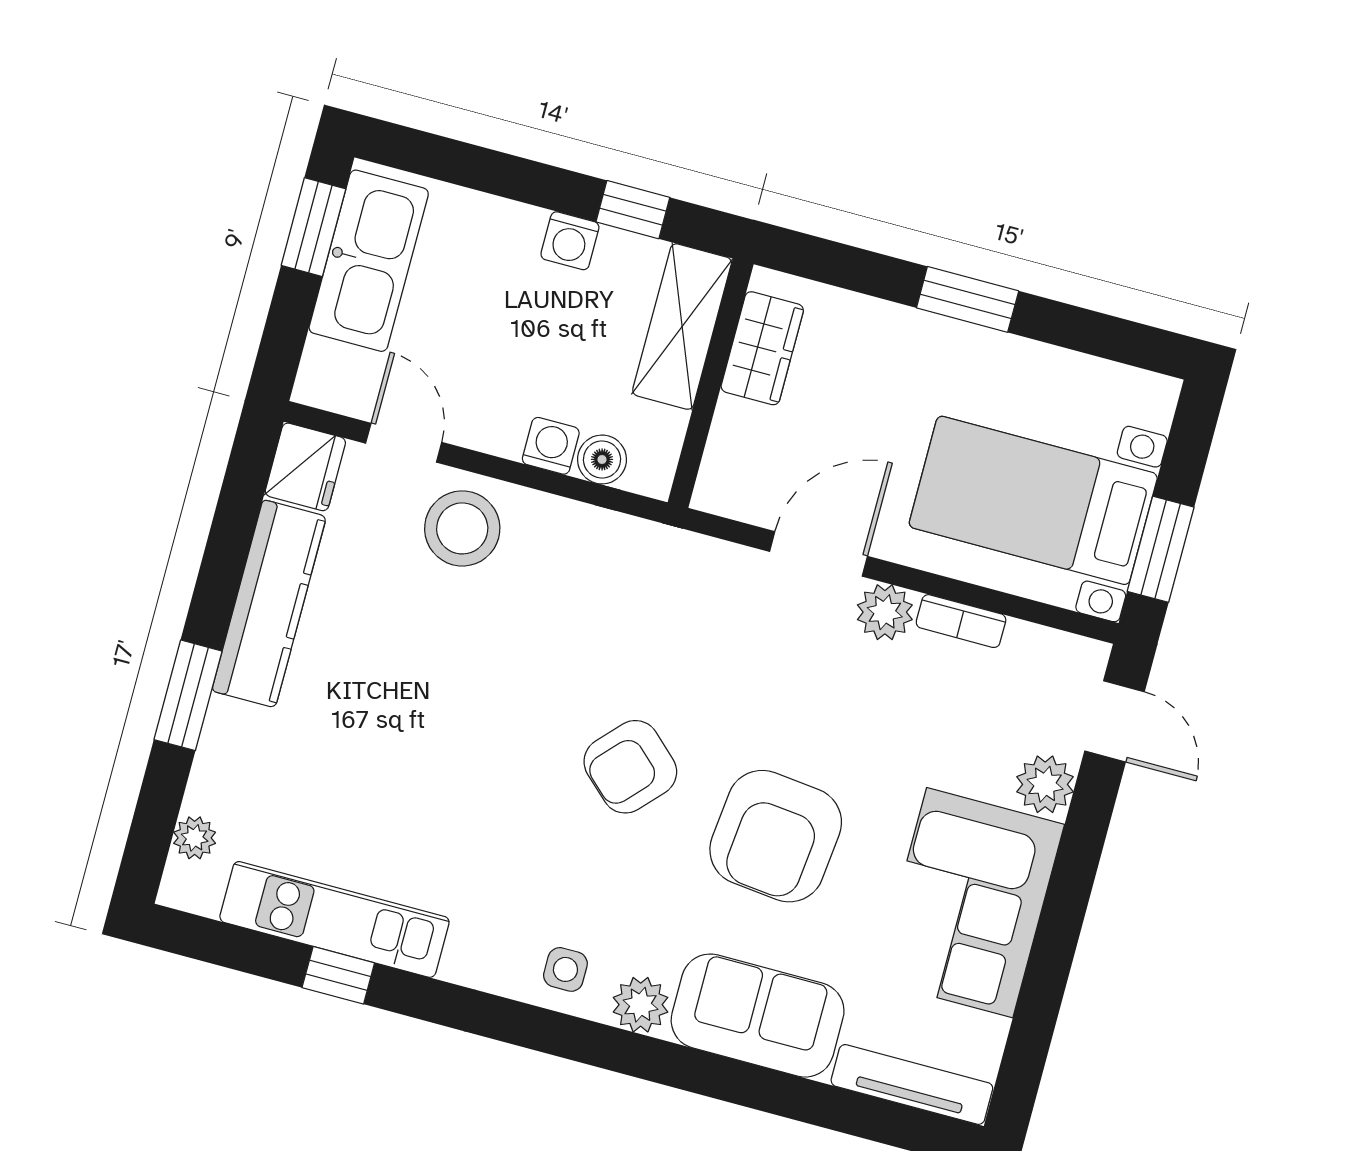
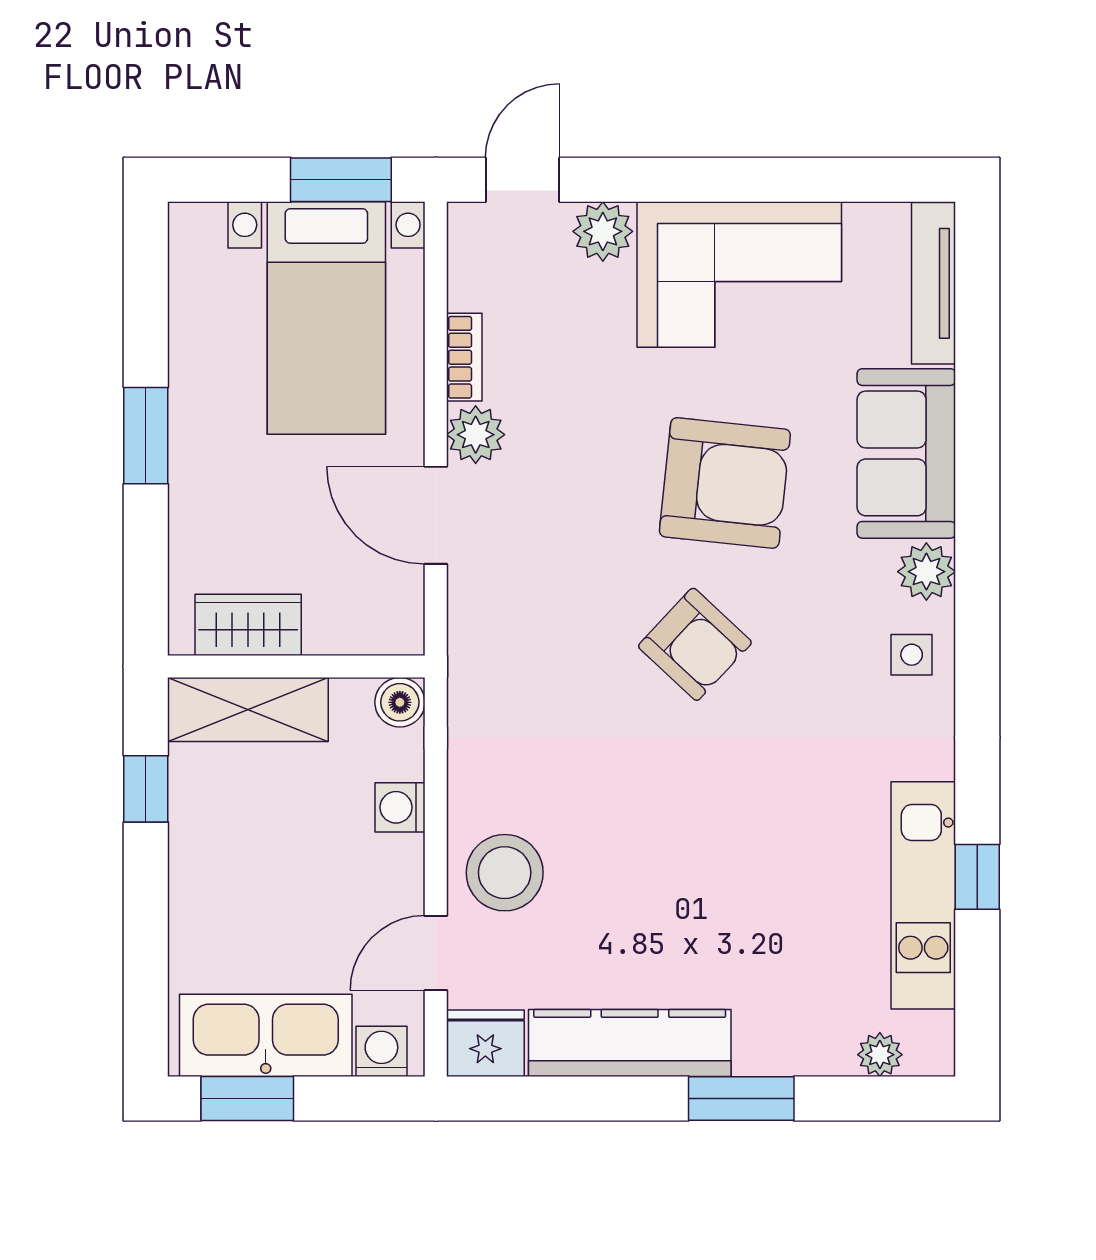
washing machine: (570, 241) -> (381, 1051), moved, turned -90
boiler: (602, 459) -> (400, 702), moved

